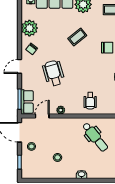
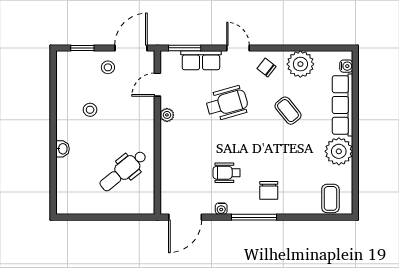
coffee table: (77, 37) -> (288, 111), moved
wheelchair: (90, 101) -> (227, 173), moved
row of seats: (27, 102) -> (201, 60), moved
door: (42, 116) -> (157, 85), swing flipped

